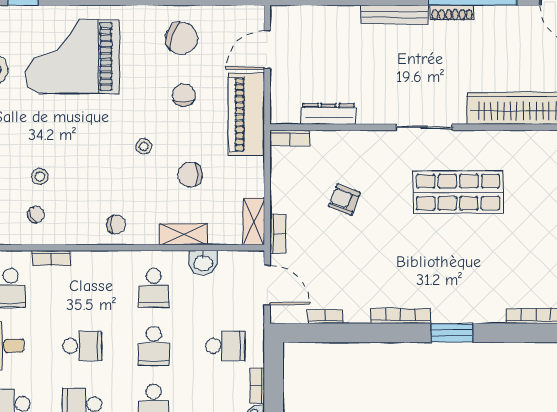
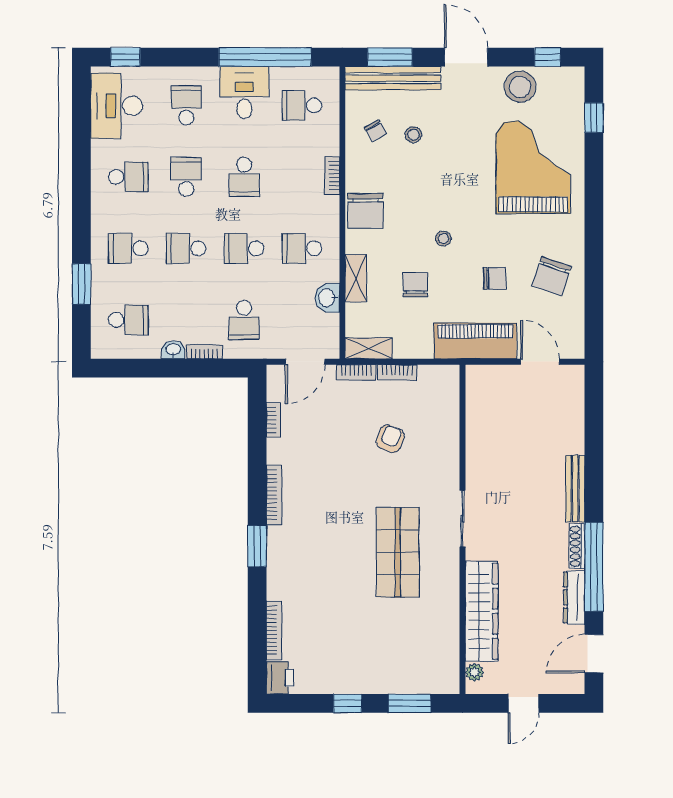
dresser: (329, 114) -> (574, 597), moved, turned 180
bookcase: (290, 138) -> (397, 372), moved, turned -90
chair: (116, 224) -> (365, 211), width x1.87, depth x1.87
bookcase: (51, 258) -> (332, 176), moved

